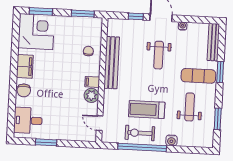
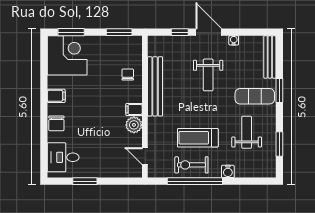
filing cabinet: (25, 66) -> (56, 96), width x0.50

